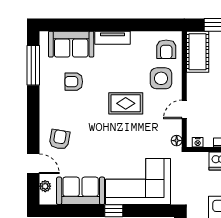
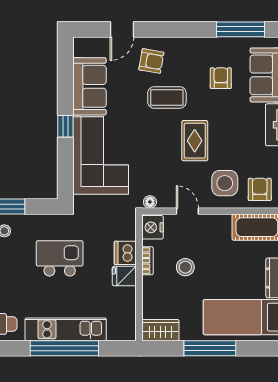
armchair: (166, 49) -> (260, 189), turned 90
coffee table: (90, 126) -> (167, 97), added
nightstand: (198, 142) -> (152, 227), width x1.89, depth x1.79
plant: (45, 186) -> (95, 44), removed

